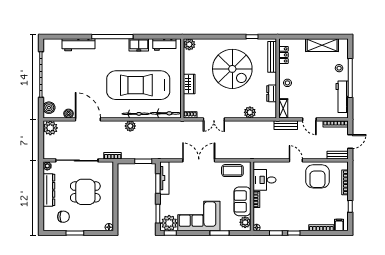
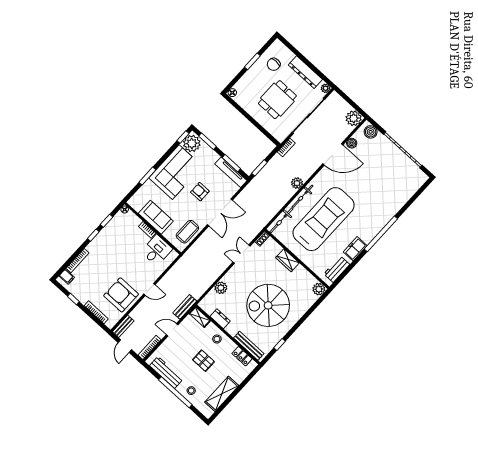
workbench: (78, 45) -> (399, 201), removed
pallet: (311, 79) -> (203, 361), added
armchair: (197, 187) -> (200, 192), added
plant: (245, 222) -> (137, 204), removed

